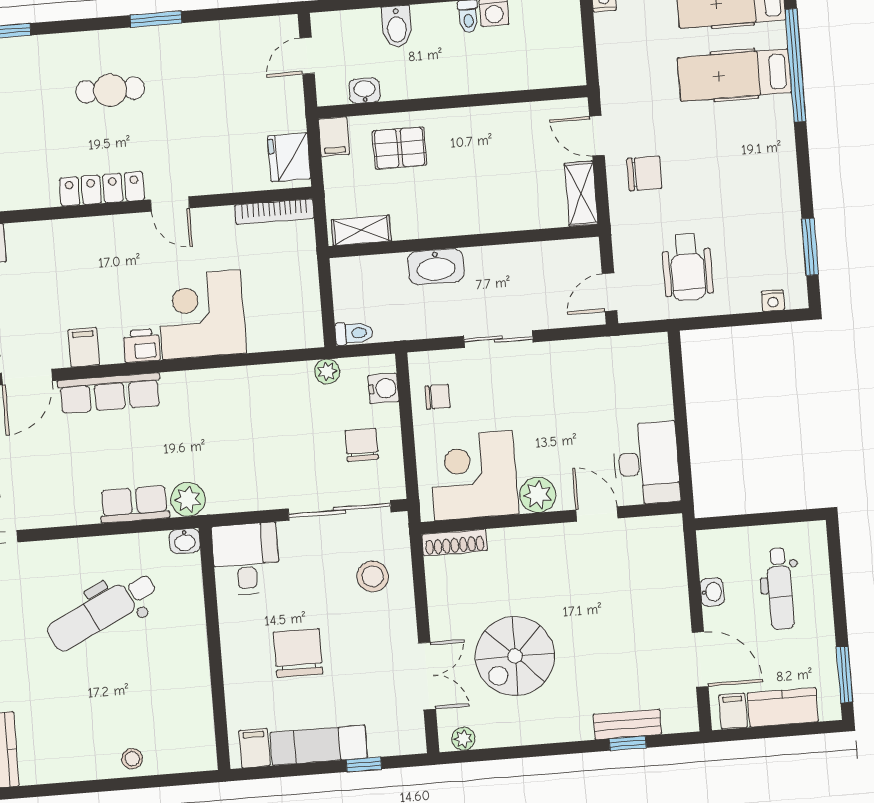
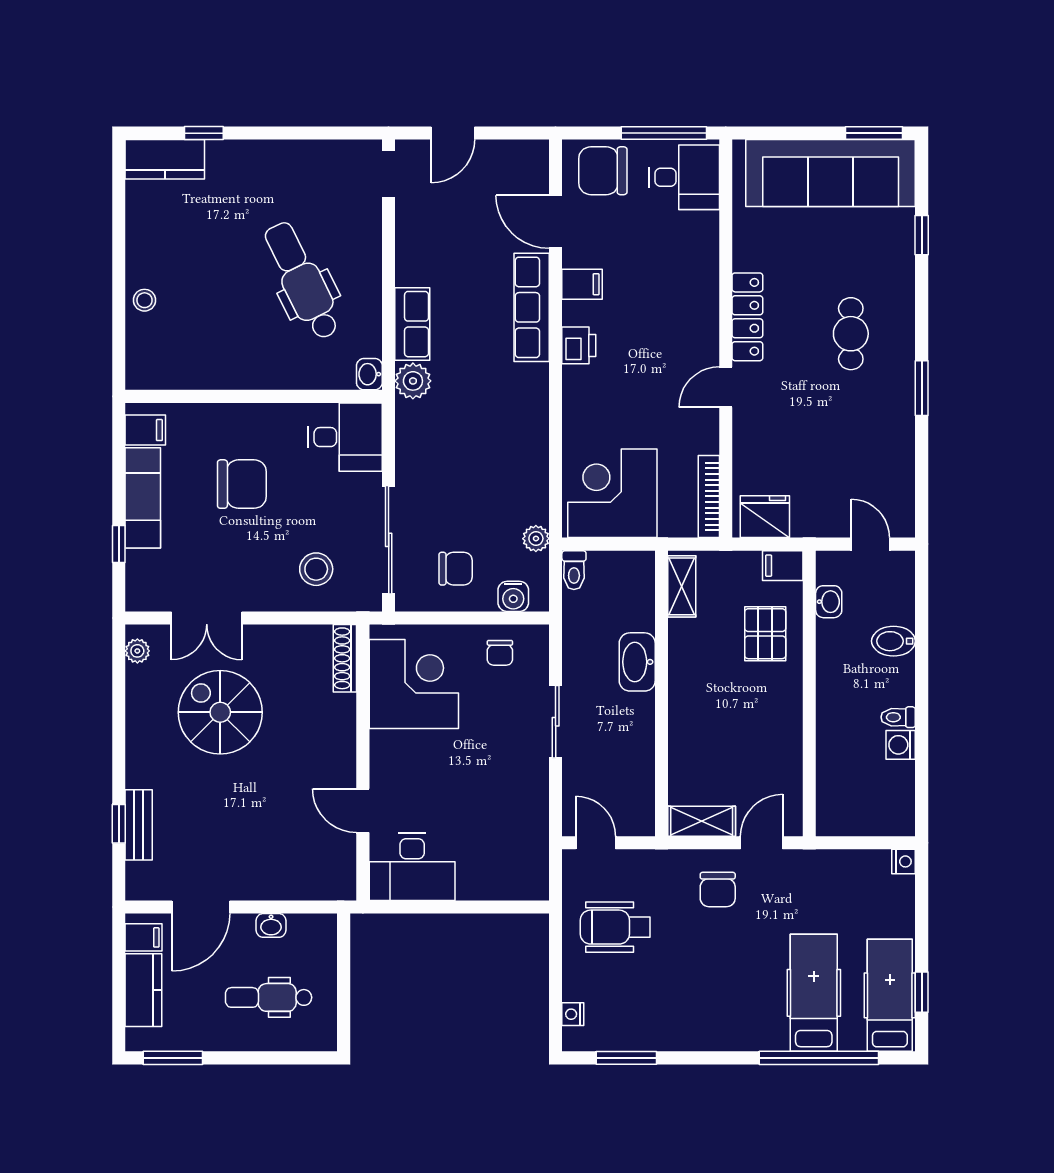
corner desk: (202, 315) -> (612, 493), moved, turned -90
plant: (538, 495) -> (388, 750), removed
door: (597, 514) -> (363, 811), swing flipped

